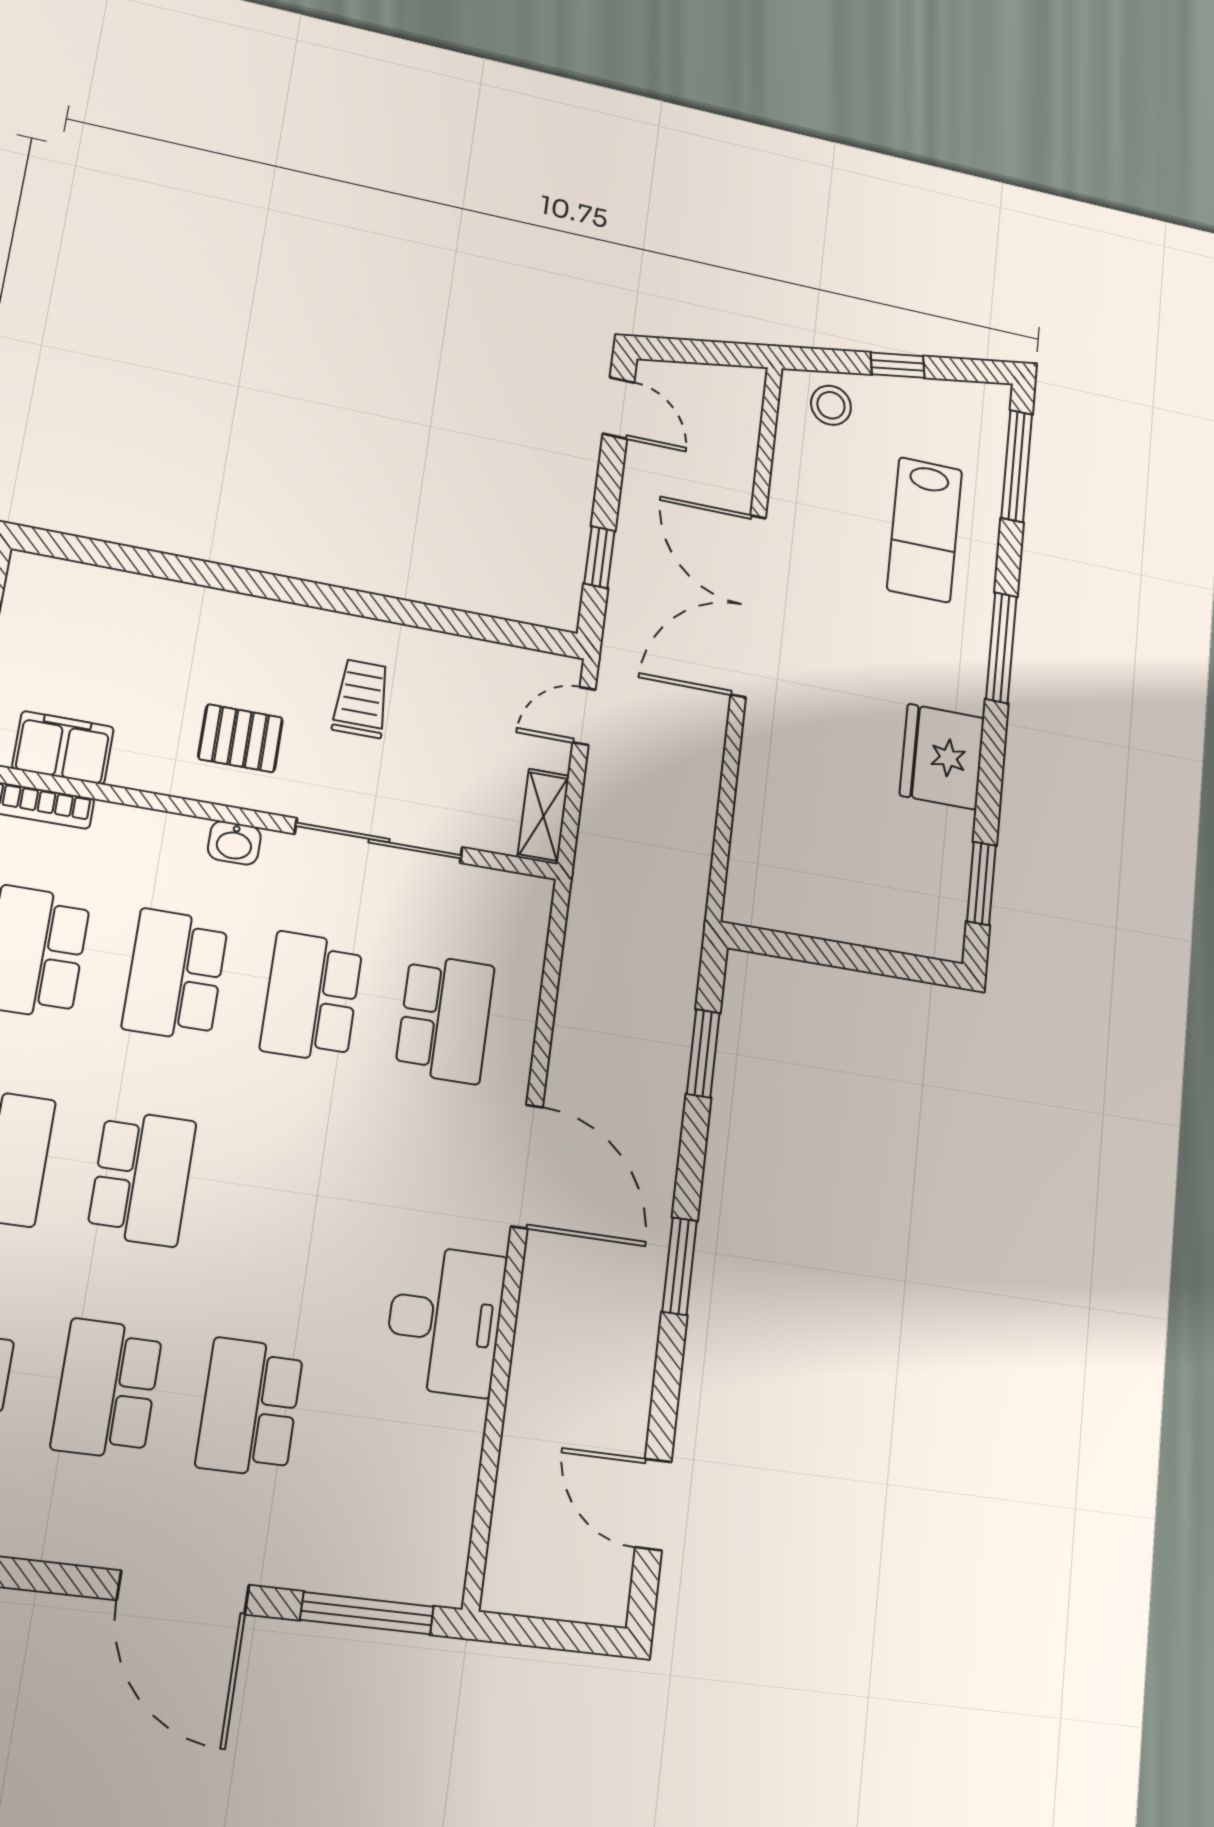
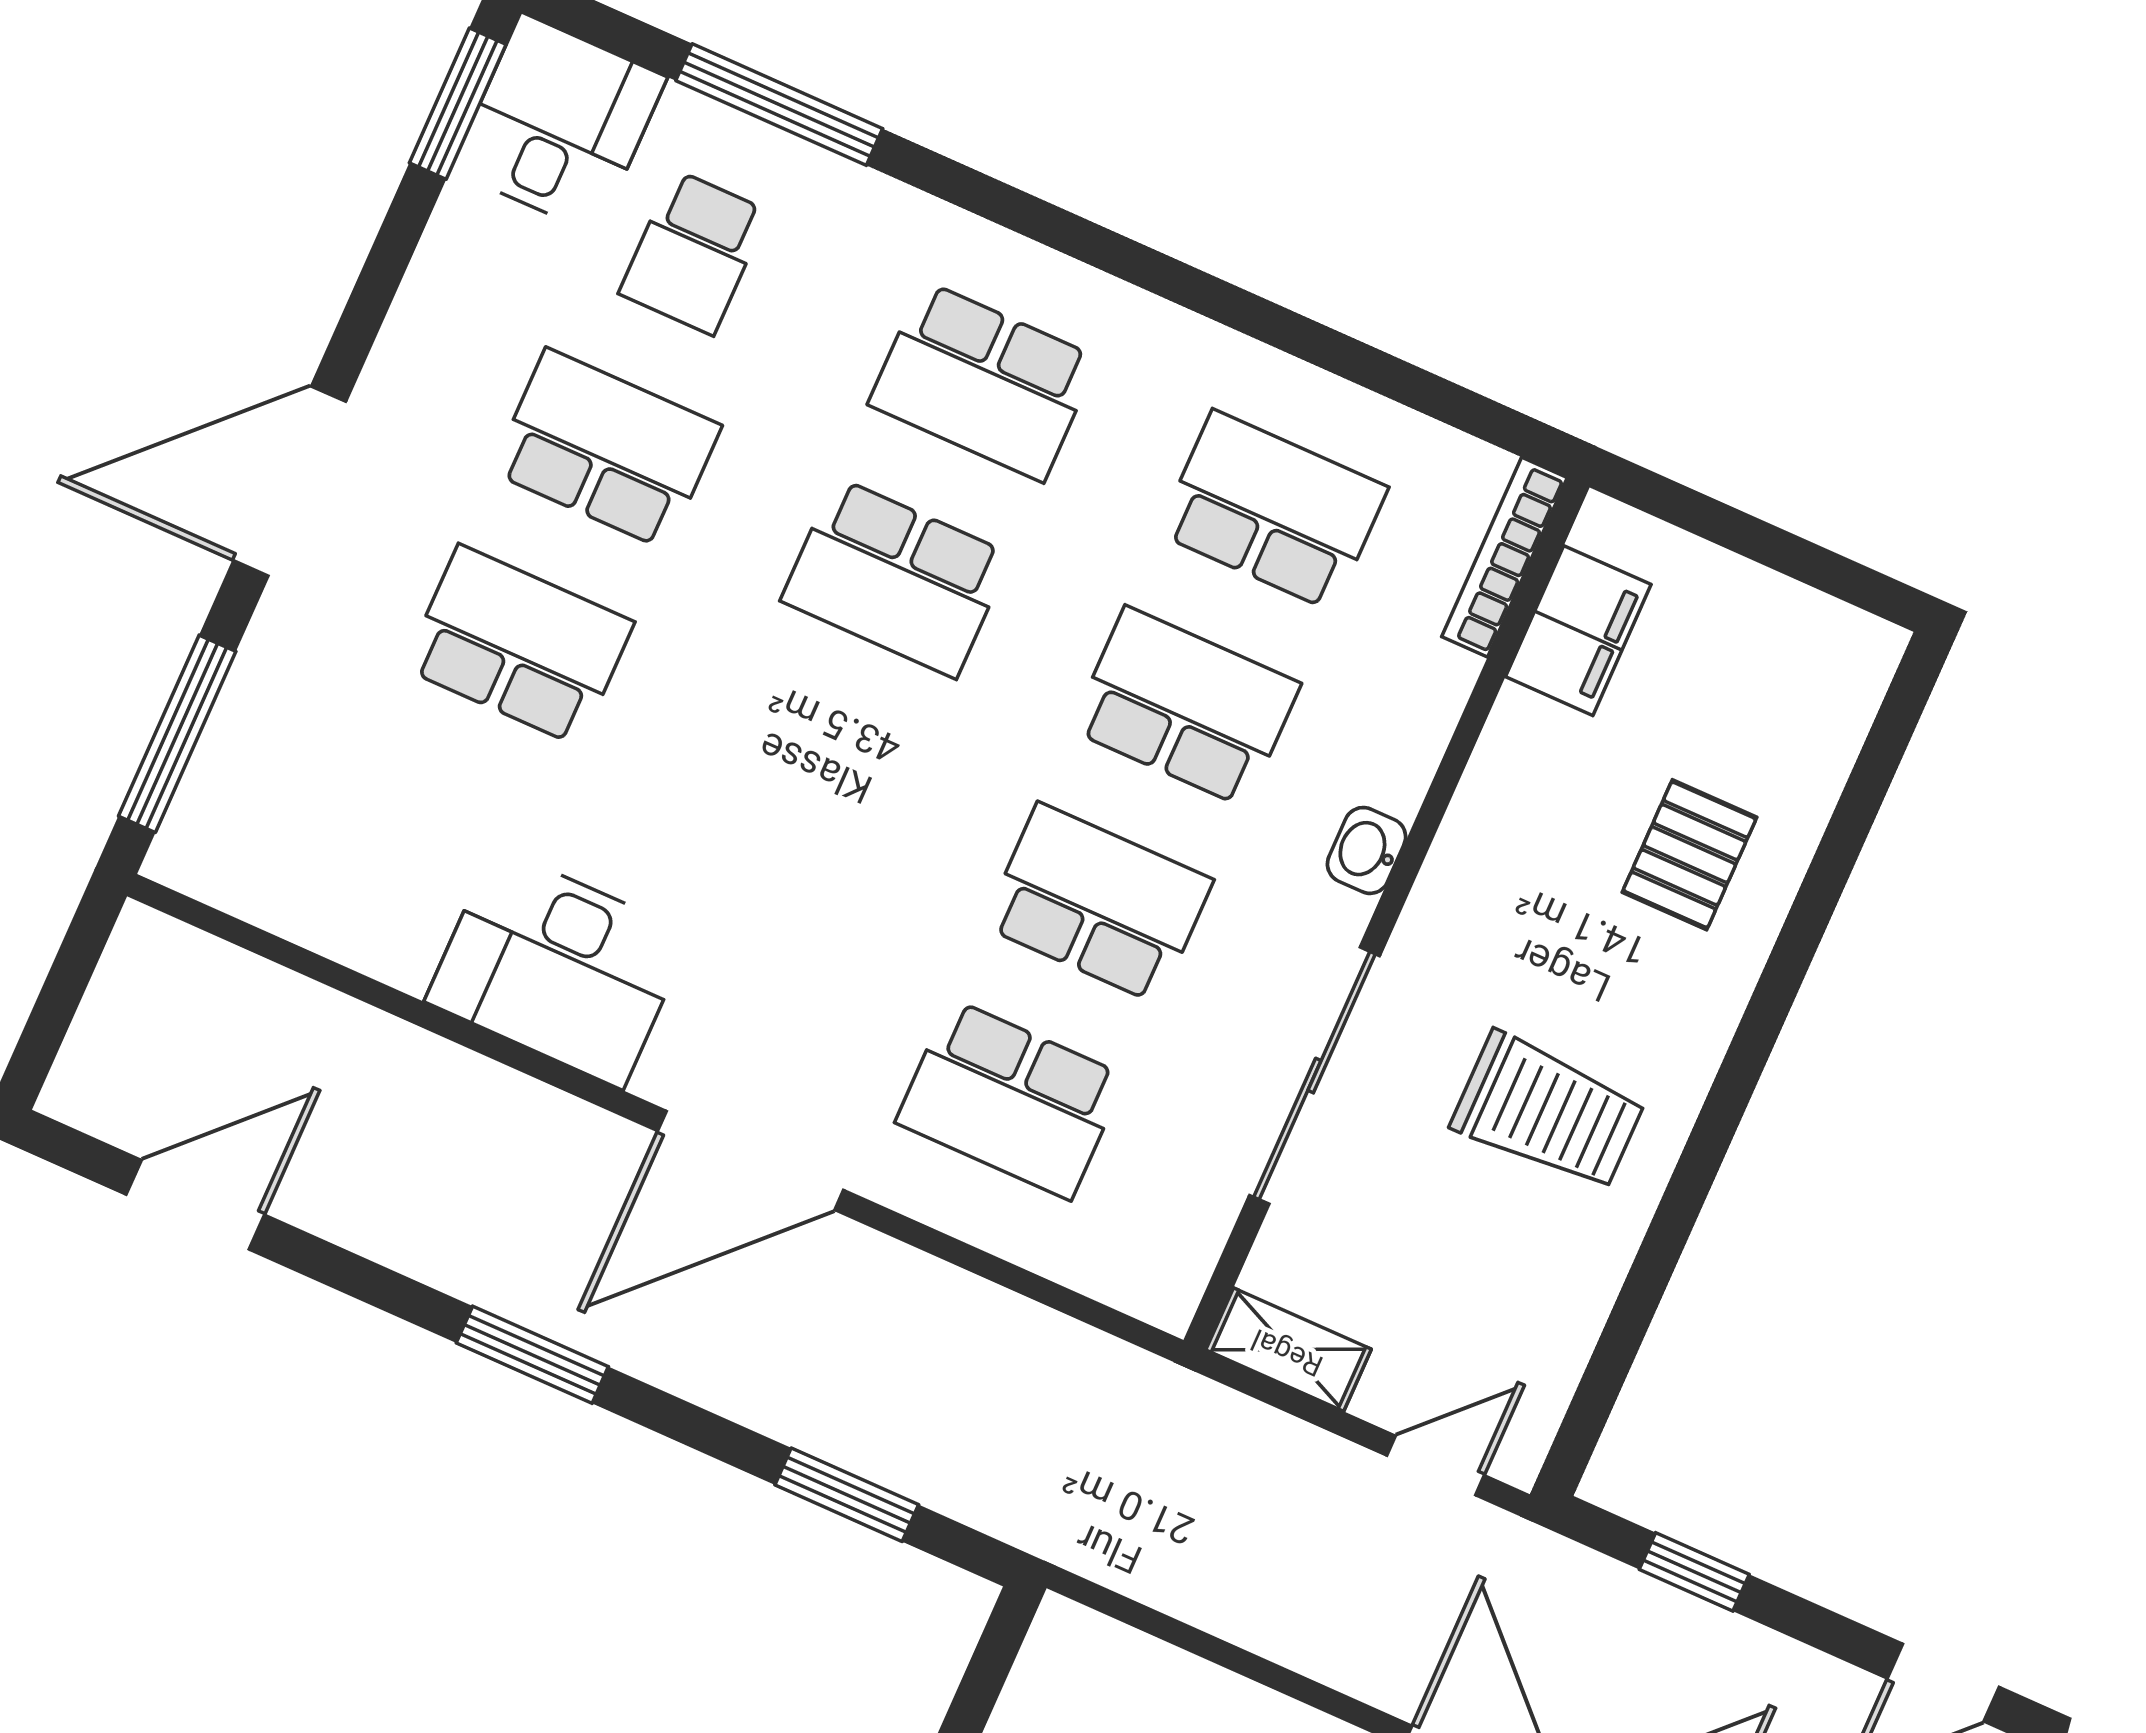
trolley: (361, 699) -> (1548, 1112), width x1.36, depth x1.39
door: (584, 716) -> (1435, 1465), hinge flipped
pallet: (240, 738) -> (1690, 855), moved

